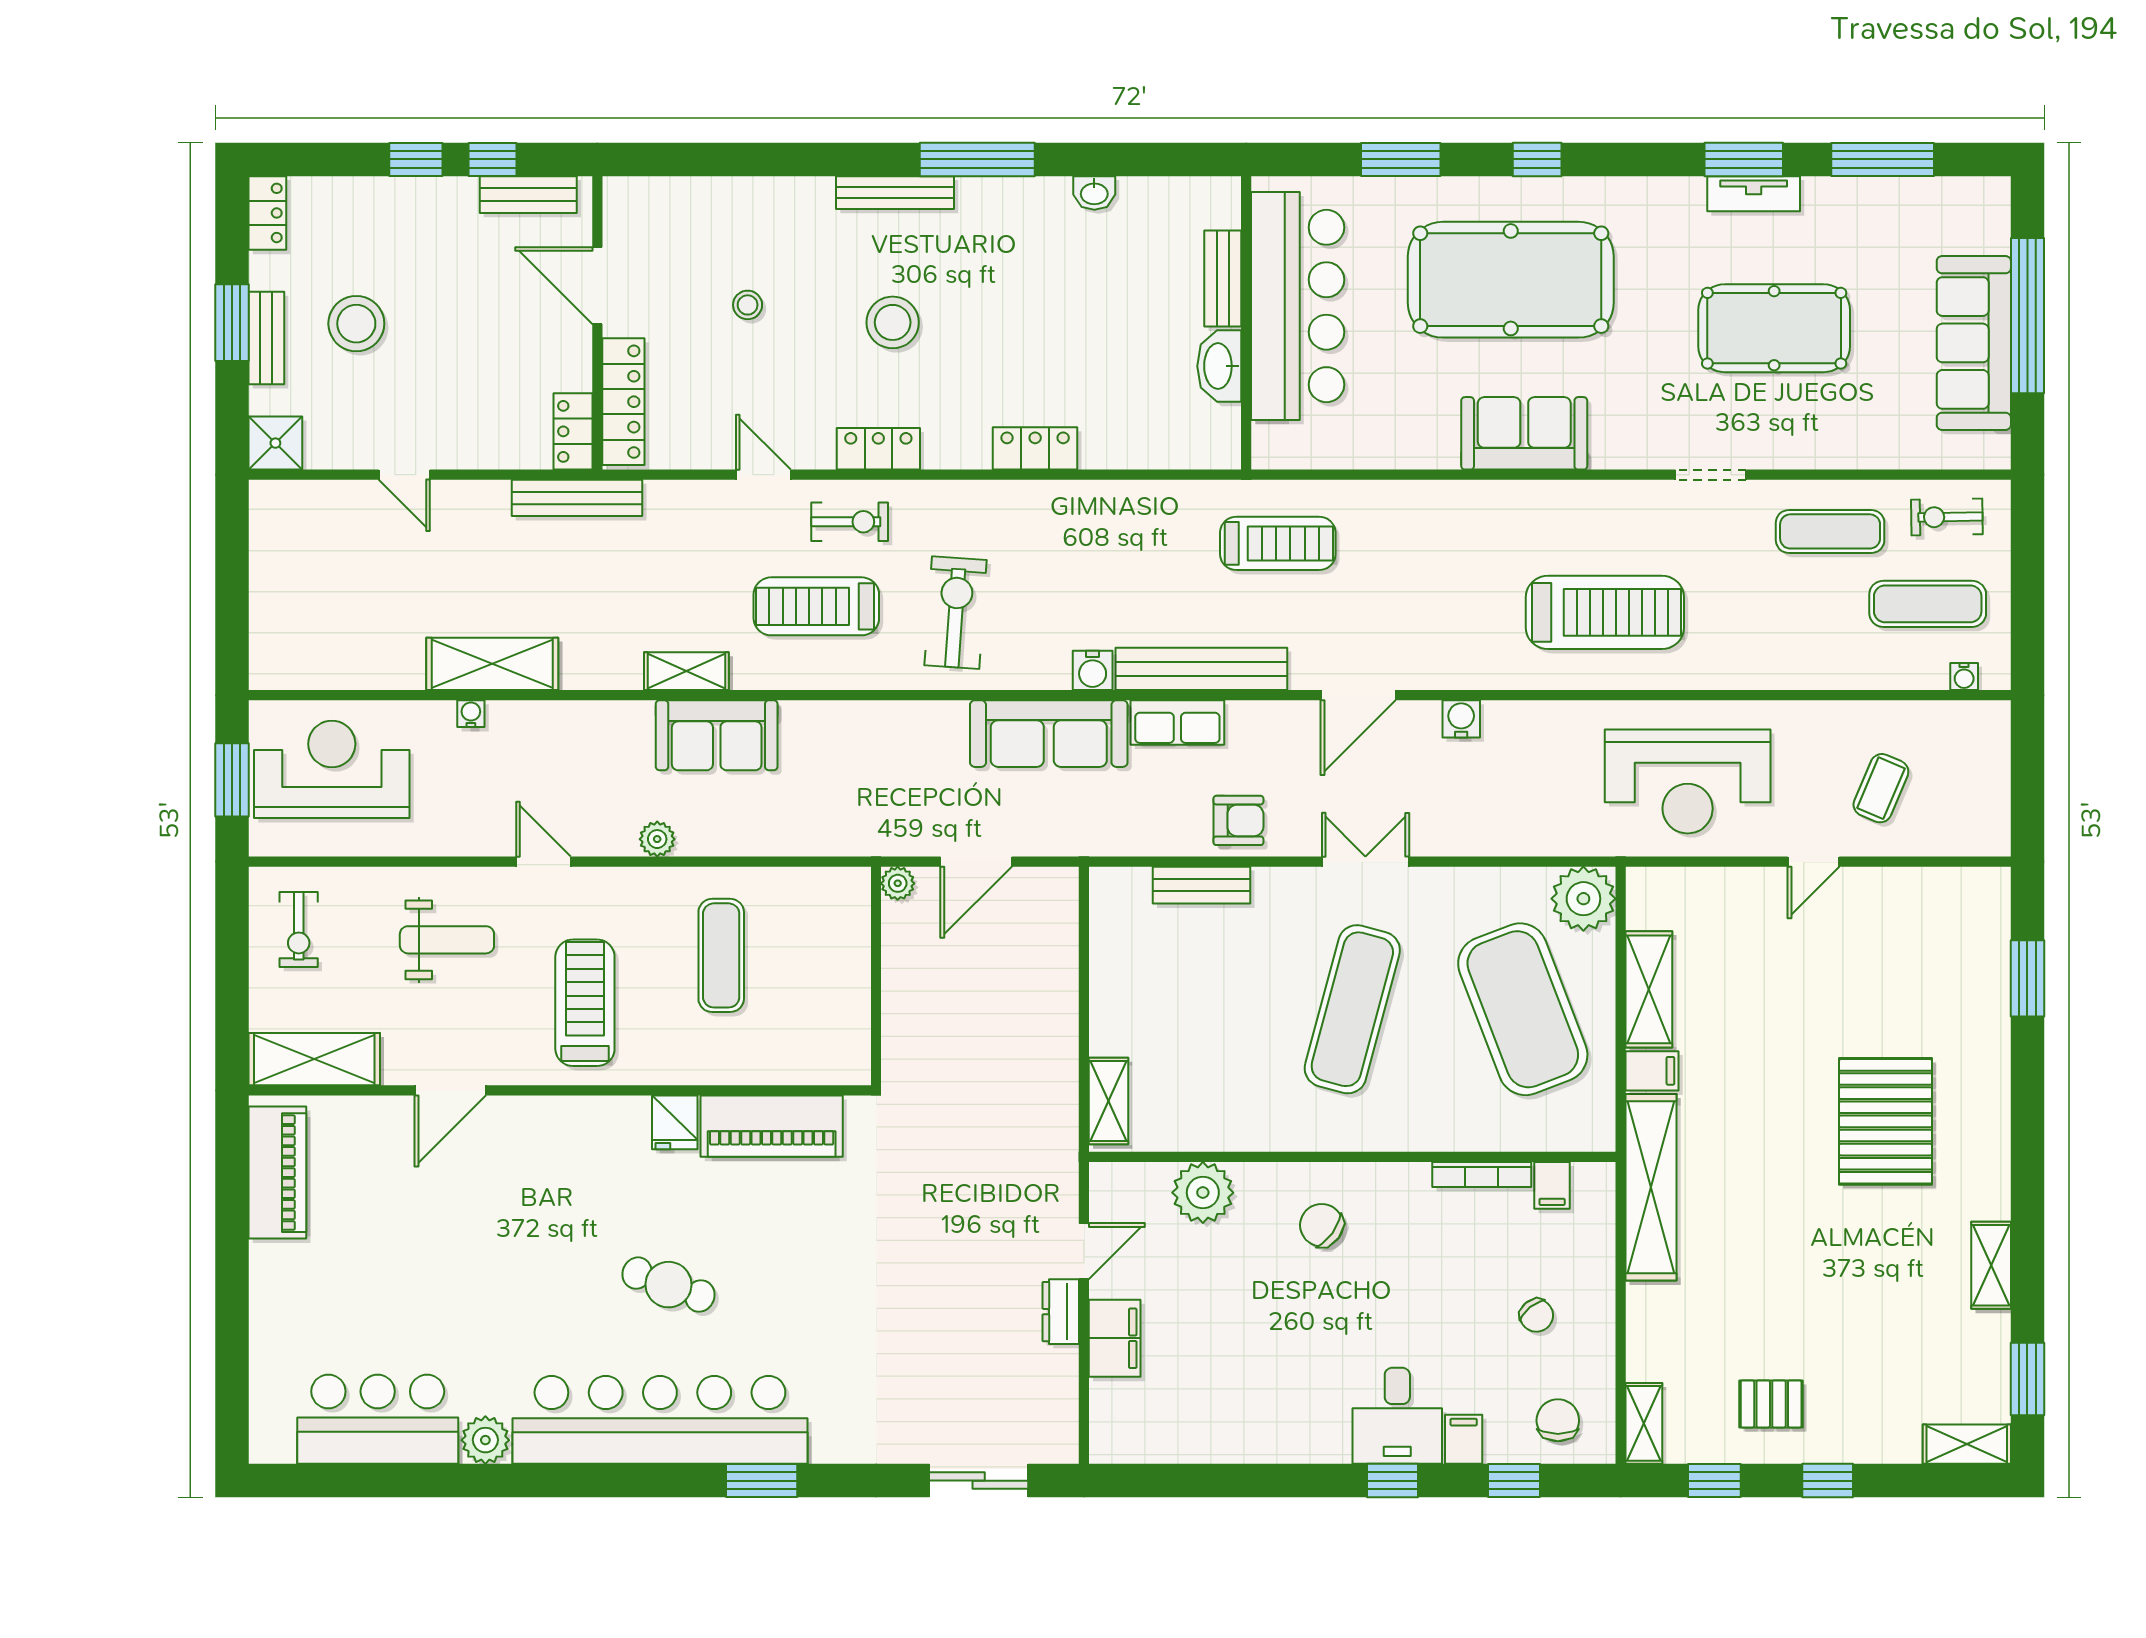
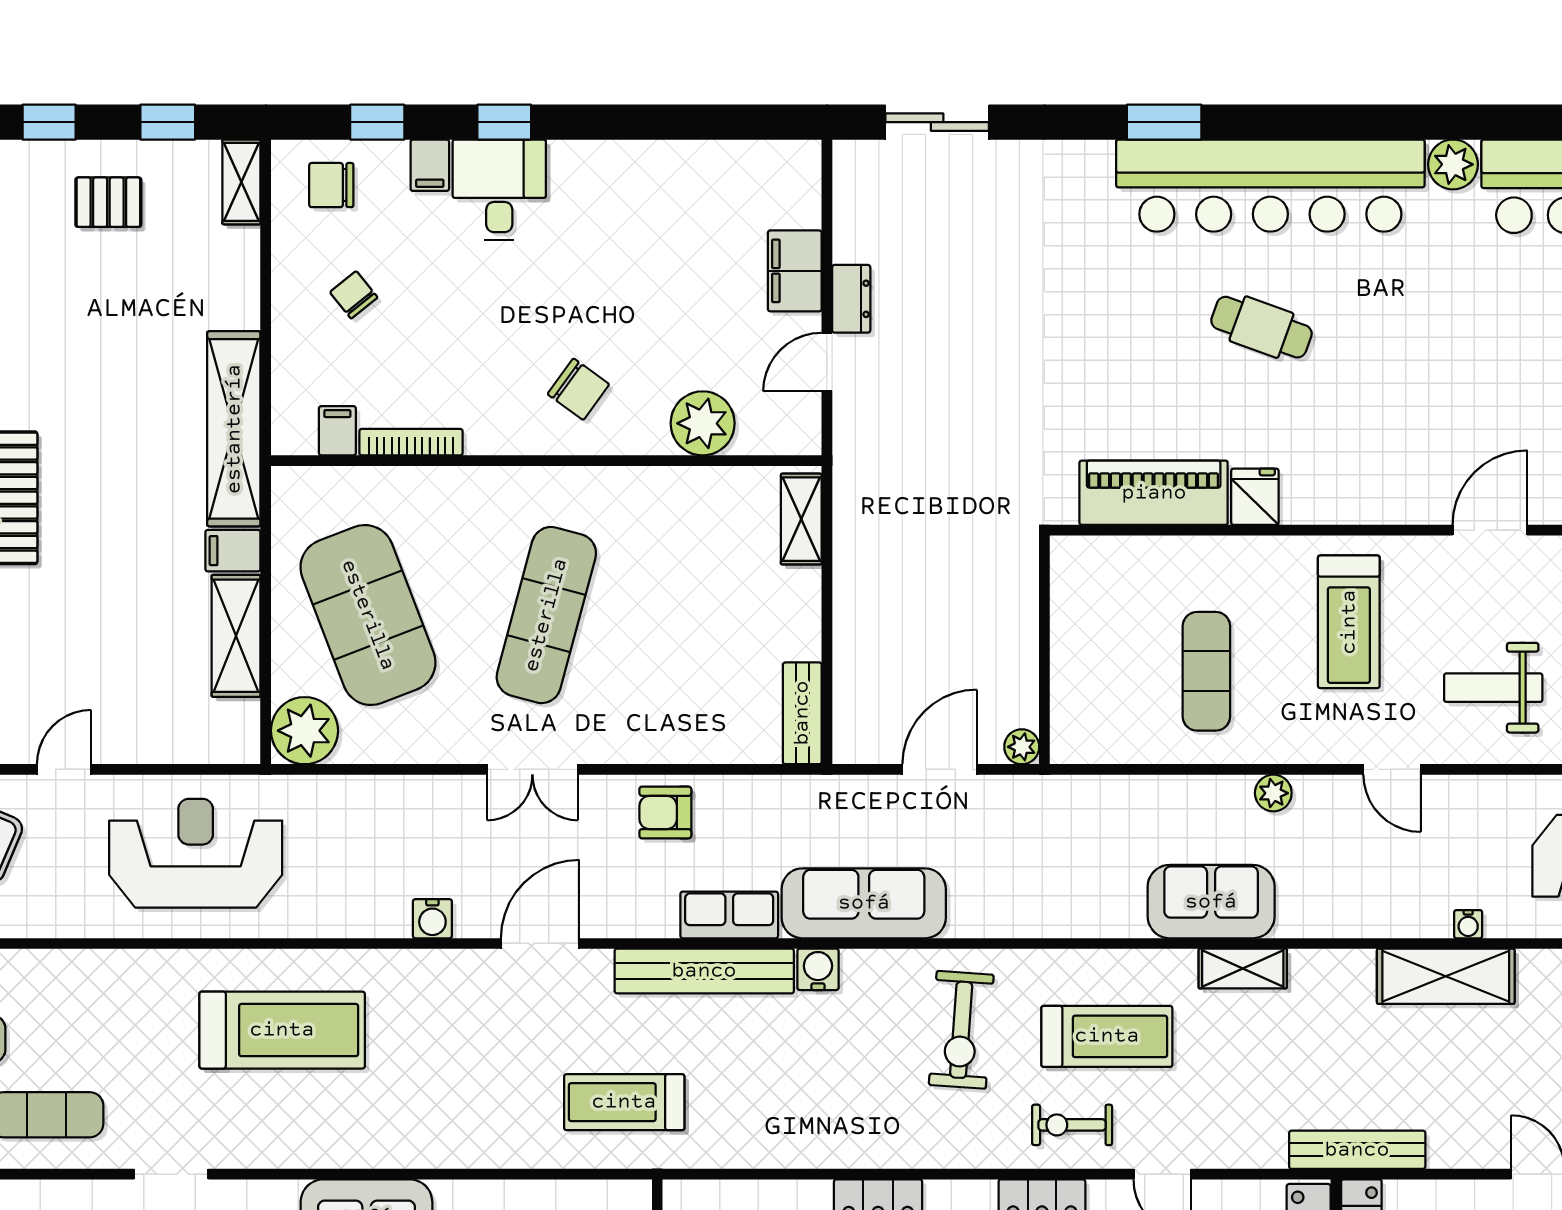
treadmill: (1605, 612) -> (282, 1030), turned 180
bench: (1202, 885) -> (802, 713), moved, turned 90
chair: (1558, 1420) -> (331, 185), turned 90

